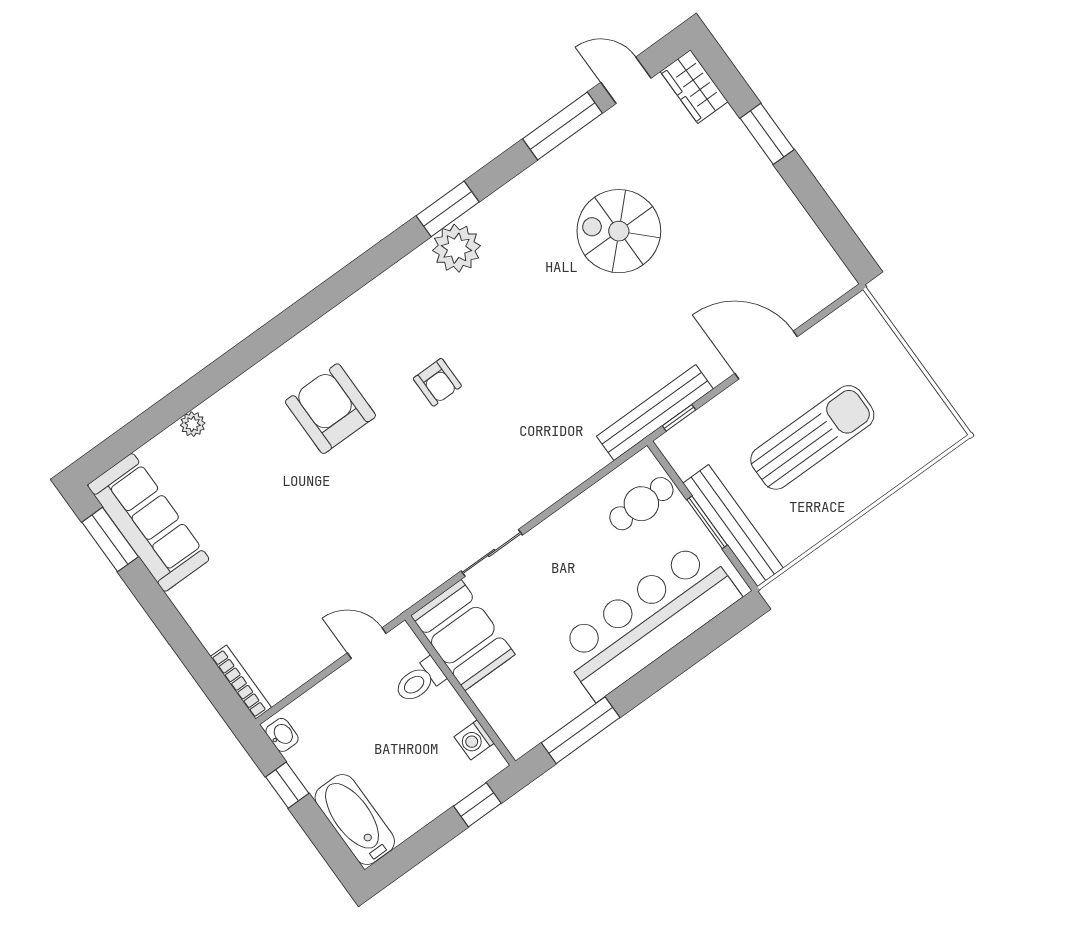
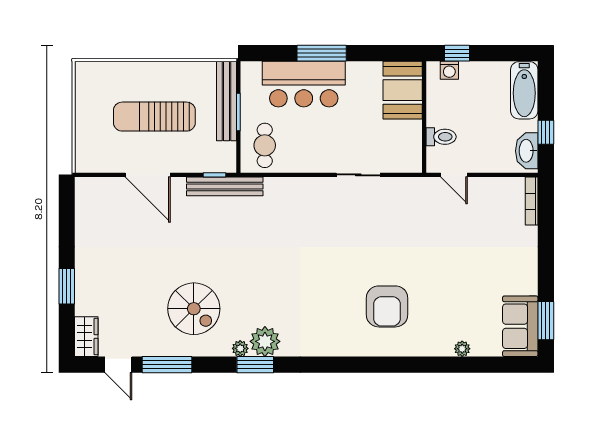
plant: (482, 216) -> (240, 348), added
spiral stairs: (619, 231) -> (194, 309), moved
armchair: (437, 382) -> (323, 281), removed
cafe table: (641, 504) -> (265, 145), turned 90
sofa: (148, 522) -> (520, 326), width x0.73
bar counter: (648, 620) -> (304, 84), width x0.73
booth: (463, 635) -> (403, 90), moved
window: (581, 730) -> (322, 53), moved
washbasin: (282, 735) -> (527, 151), width x1.91, depth x1.45
washing machine: (474, 740) -> (449, 70), moved, turned 90

